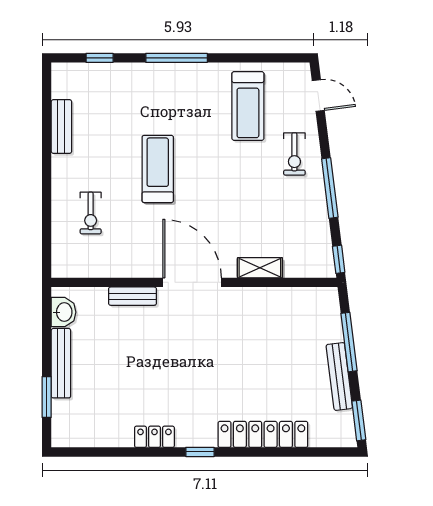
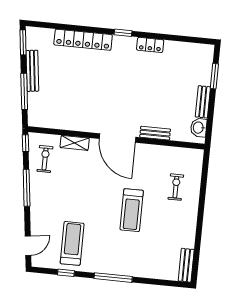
window: (100, 58) -> (66, 273), moved
door: (318, 95) -> (28, 246), swing flipped
bench: (61, 127) -> (186, 265), moved
exercise bike: (294, 154) -> (45, 159), moved
bench: (61, 363) -> (203, 102), width x0.73

